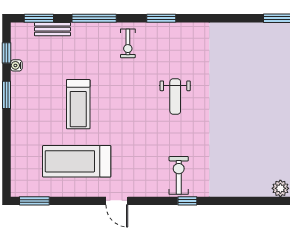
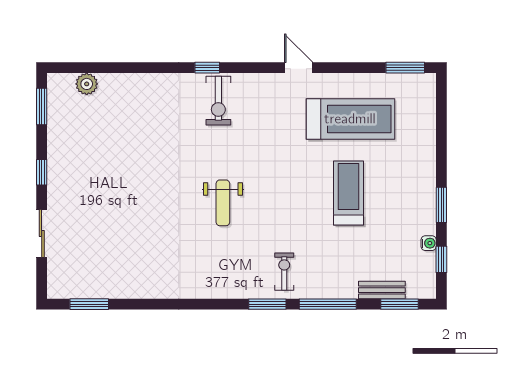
window: (161, 18) -> (267, 304), moved
weight bench: (175, 96) -> (223, 203), turned 180

